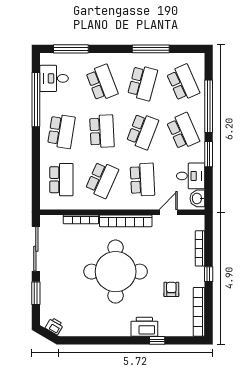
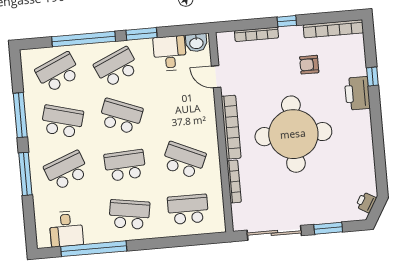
window: (71, 49) -> (25, 174), moved
school desk: (142, 180) -> (179, 111), removed

